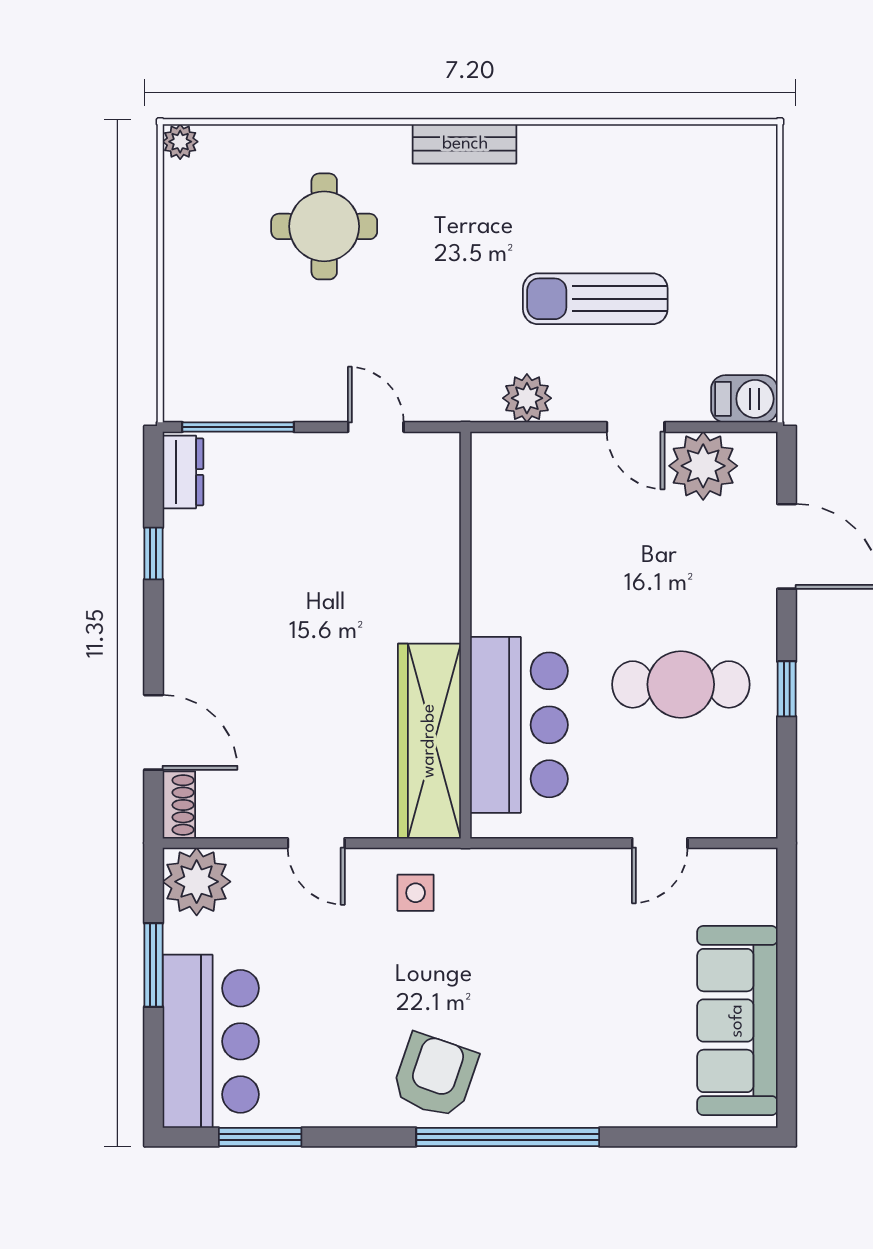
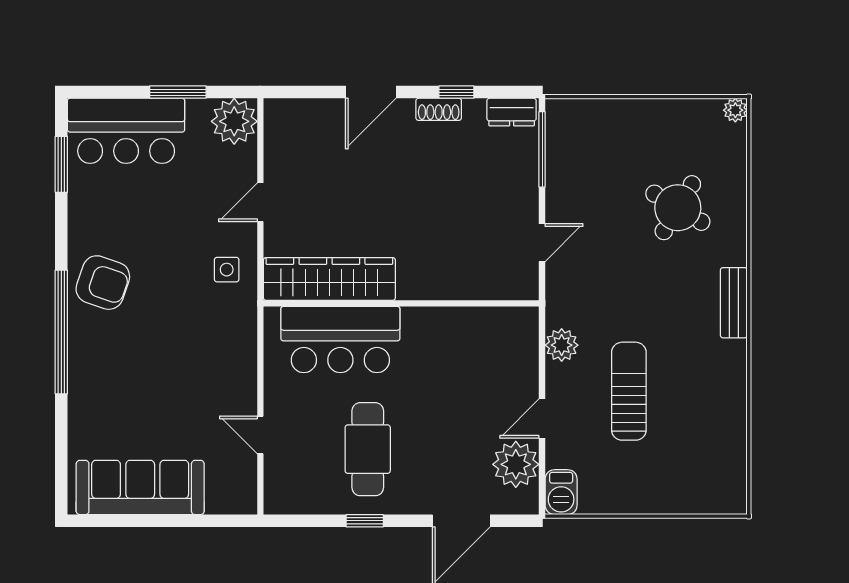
round table: (324, 226) -> (678, 208), turned 31
door: (153, 732) -> (371, 92), moved
shoe rack: (179, 805) -> (439, 109), moved

